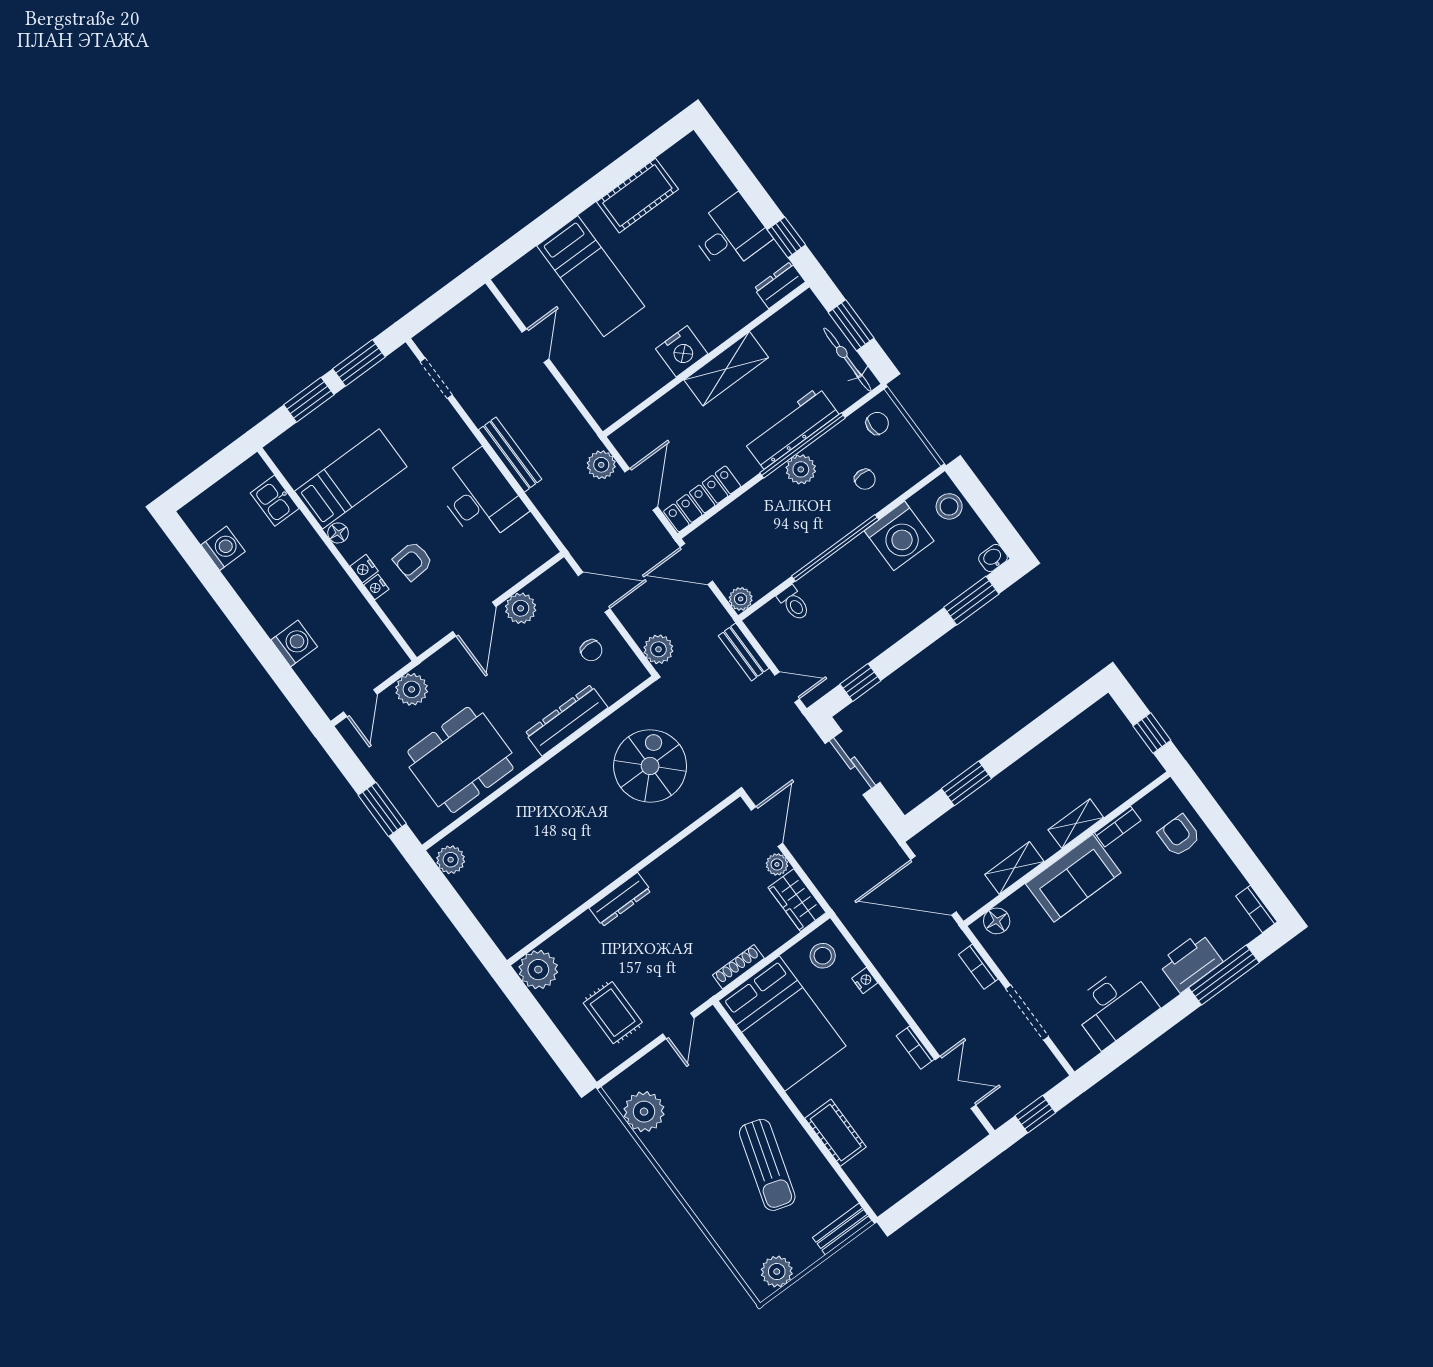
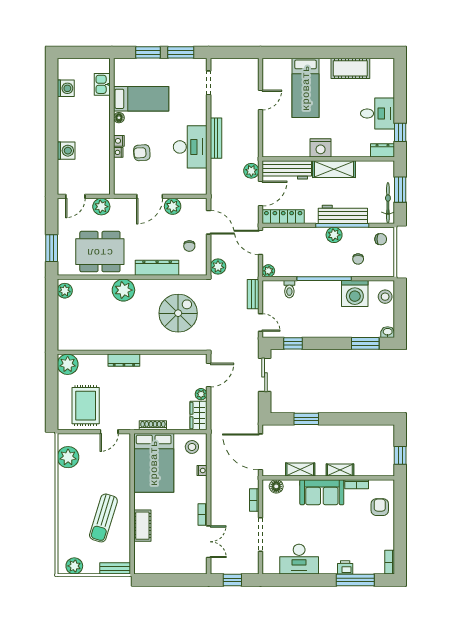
workbench: (655, 423) -> (287, 170), added
plant: (540, 792) -> (123, 290), added
printer: (1190, 962) -> (345, 567), width x0.53, depth x0.68
rug: (613, 1013) -> (86, 406), width x1.36, depth x1.43

